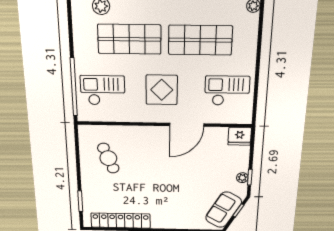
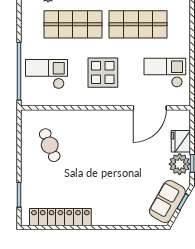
door: (187, 125) -> (150, 108), moved
fridge: (240, 136) -> (181, 141), moved, turned 90
plant: (242, 178) -> (180, 164), width x1.88, depth x1.88

